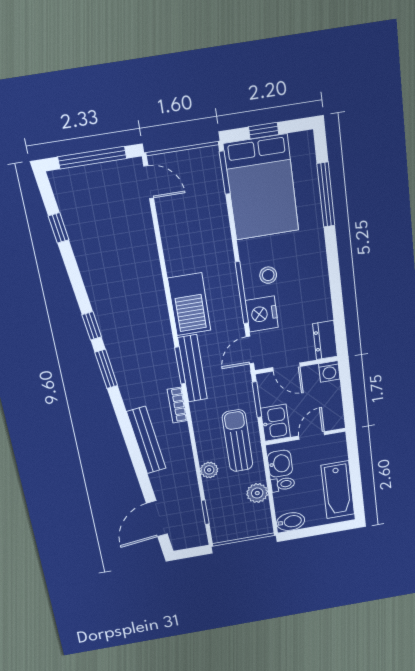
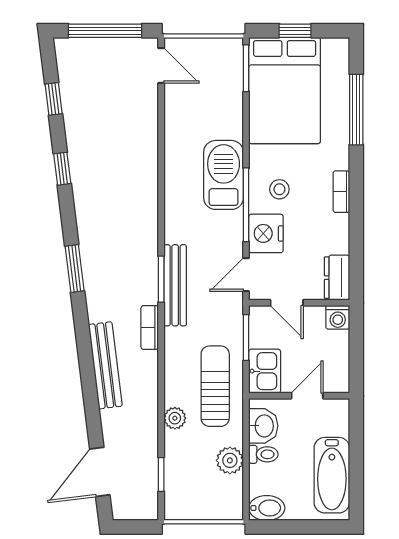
bookcase: (321, 268) -> (341, 192), added
barbecue: (189, 304) -> (224, 175), moved, turned 180
window: (92, 326) -> (62, 169), moved

